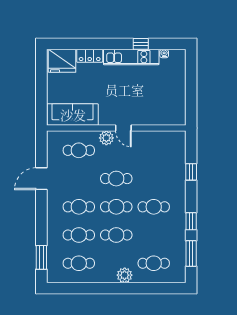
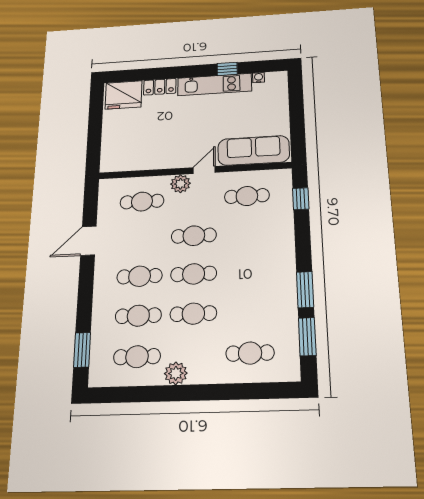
sofa: (73, 115) -> (254, 151), moved
door: (123, 128) -> (204, 170), swing flipped
window: (191, 172) -> (301, 199), moved
cafe table: (154, 207) -> (247, 196), moved
window: (191, 221) -> (305, 290), width x1.50
plant: (125, 275) -> (176, 373), moved

